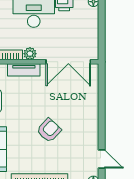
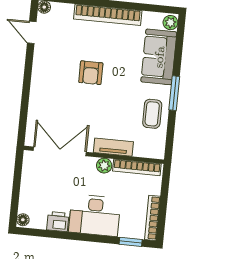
armchair: (49, 130) -> (91, 73), turned -43

